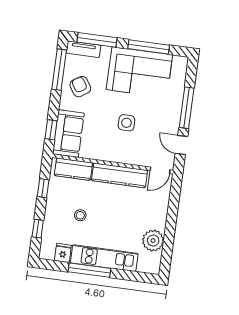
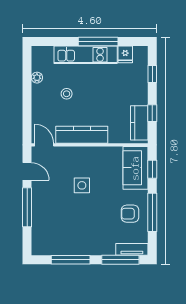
window: (59, 70) -> (152, 212), moved
corner sofa: (139, 72) -> (76, 235), removed
armchair: (80, 87) -> (130, 214), turned 123
kitchen counter: (73, 169) -> (139, 123), moved, turned -90
door: (160, 170) -> (44, 145), hinge flipped
stool: (80, 215) -> (67, 94), moved
plant: (153, 241) -> (37, 78), width x0.53, depth x0.53

